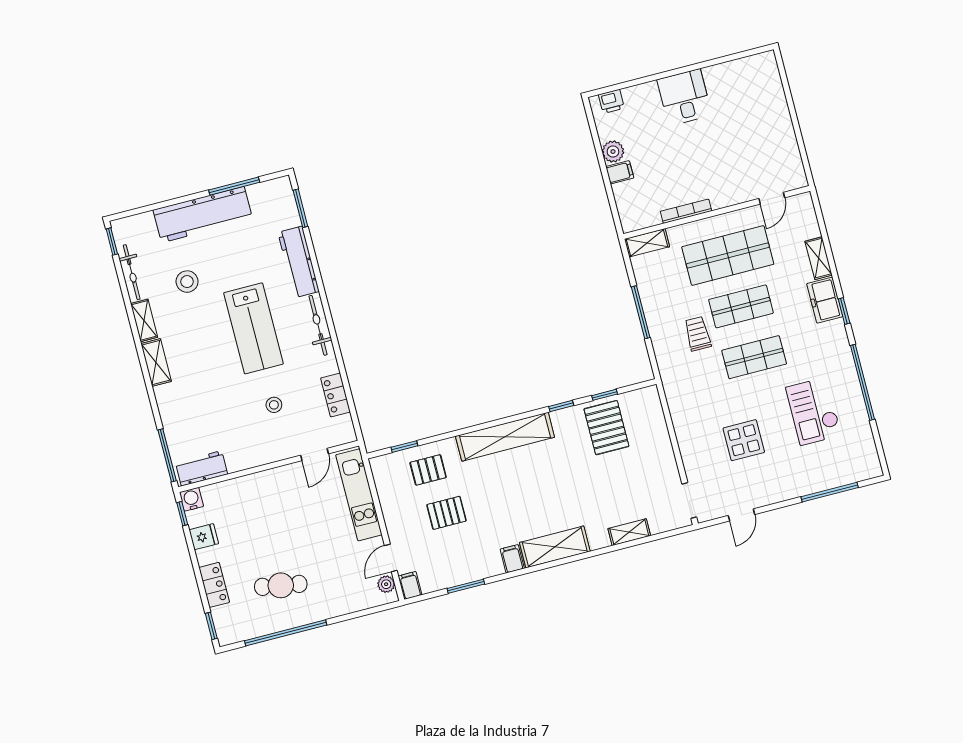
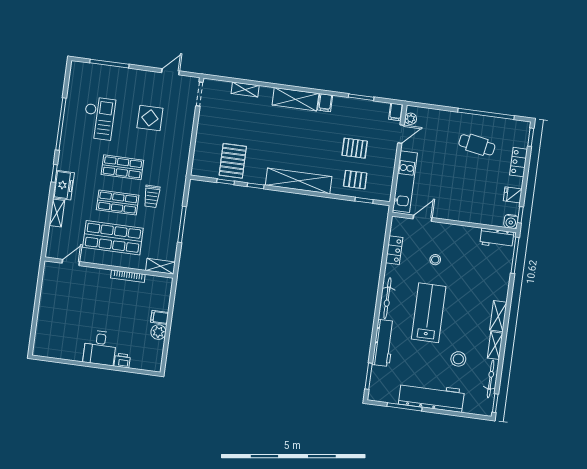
printer: (611, 101) -> (122, 361), moved

